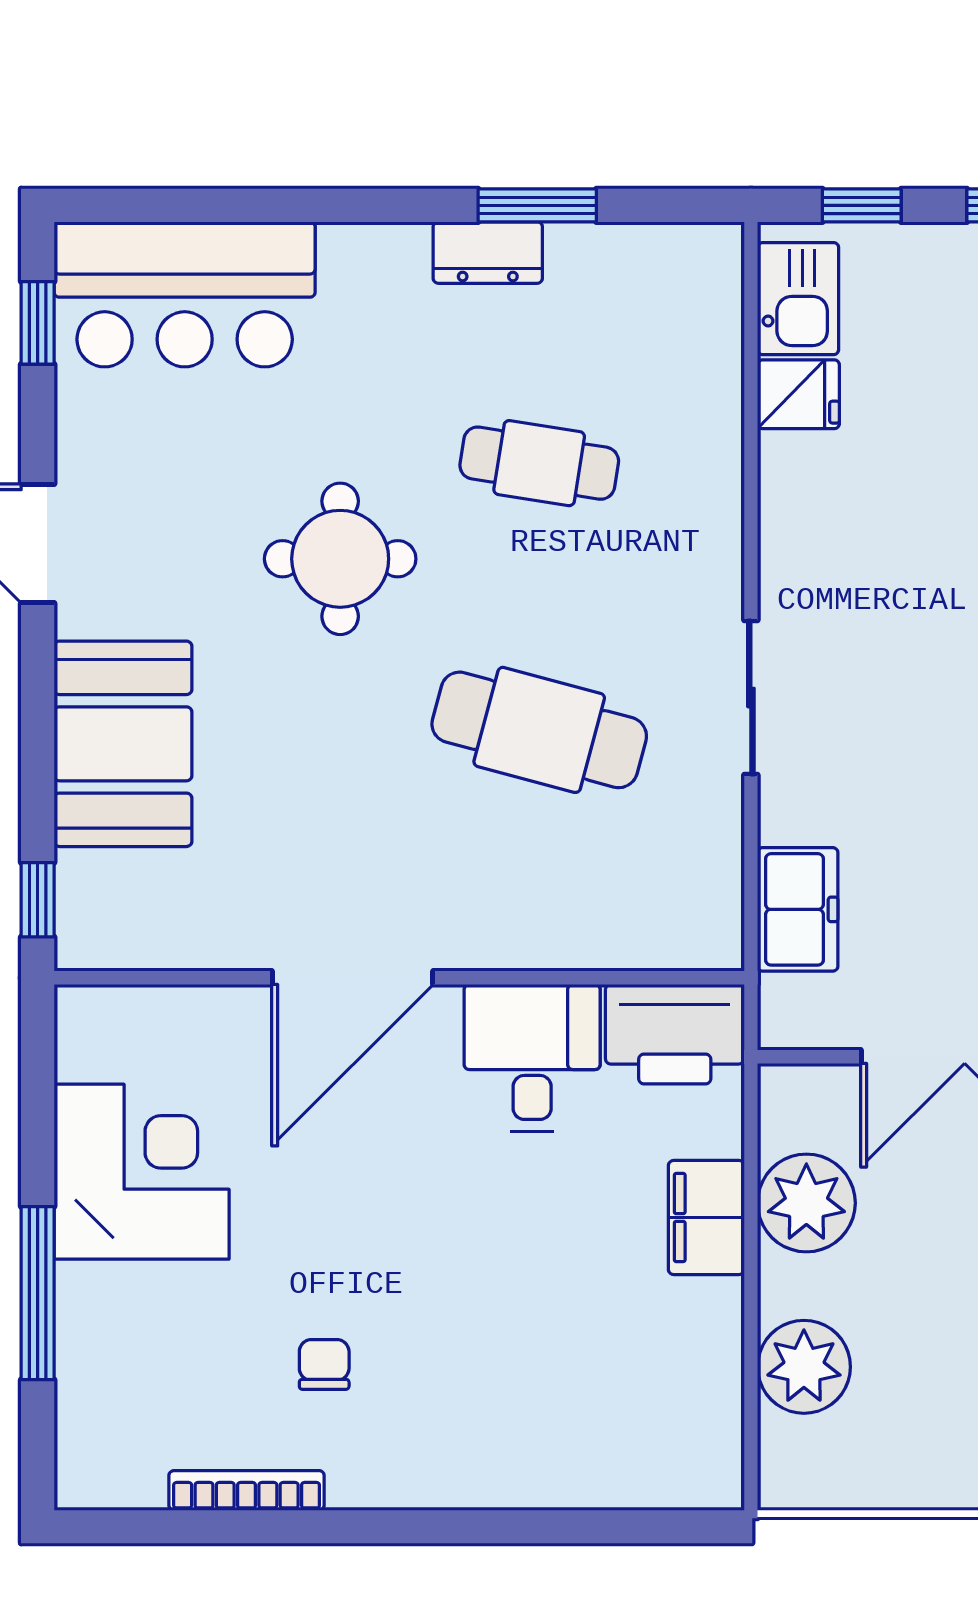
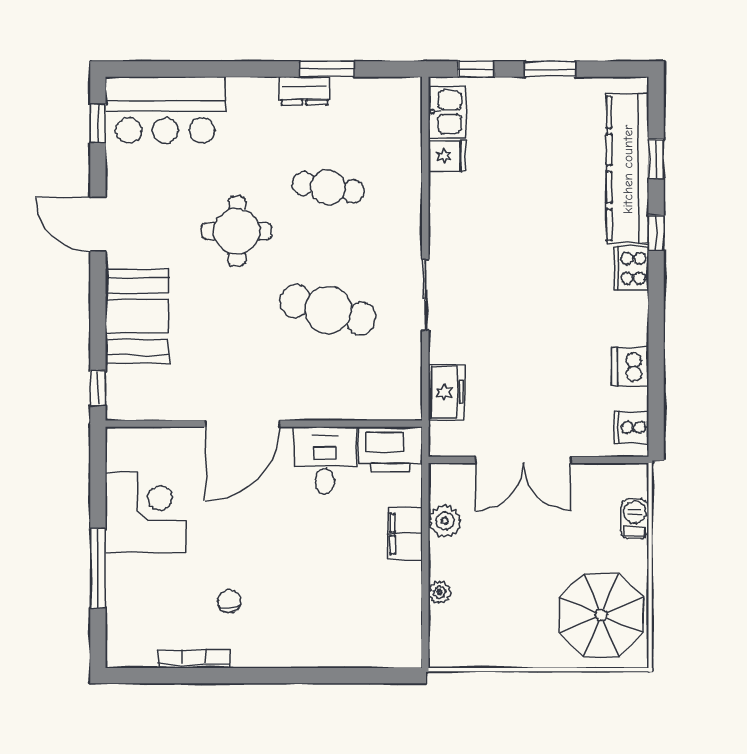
plant: (806, 1203) -> (445, 521), width x0.73, depth x0.73
plant: (804, 1367) -> (440, 592), width x0.53, depth x0.53

